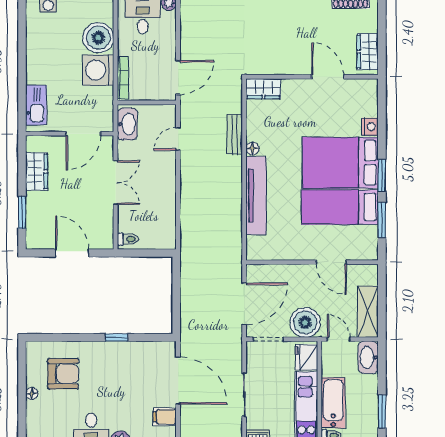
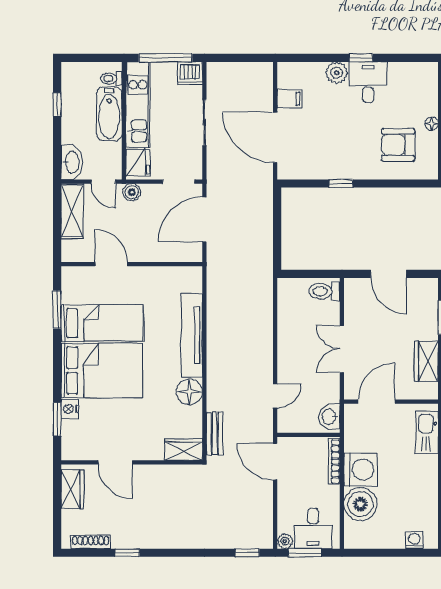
door: (178, 77) -> (275, 462), hinge flipped
washbasin: (127, 124) -> (329, 417), width x0.72
bench: (235, 134) -> (215, 434), moved
floor lamp: (252, 148) -> (189, 392), width x1.89, depth x1.89
window: (382, 175) -> (57, 419), moved
toilet: (128, 239) -> (324, 291), width x1.37, depth x1.39
boiler: (305, 322) -> (132, 192), width x0.54, depth x0.54
window: (382, 412) -> (57, 104), width x0.67

